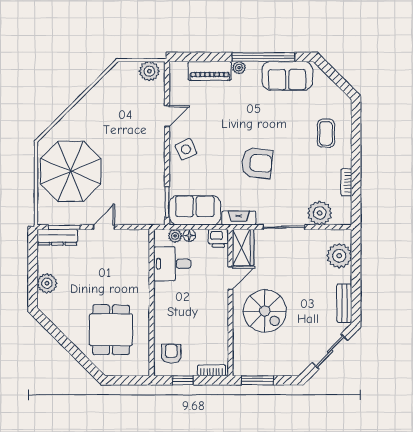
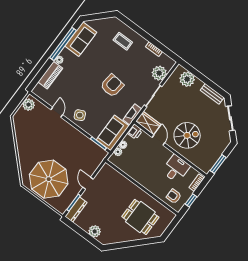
desk: (172, 264) -> (176, 169), moved, turned 180

